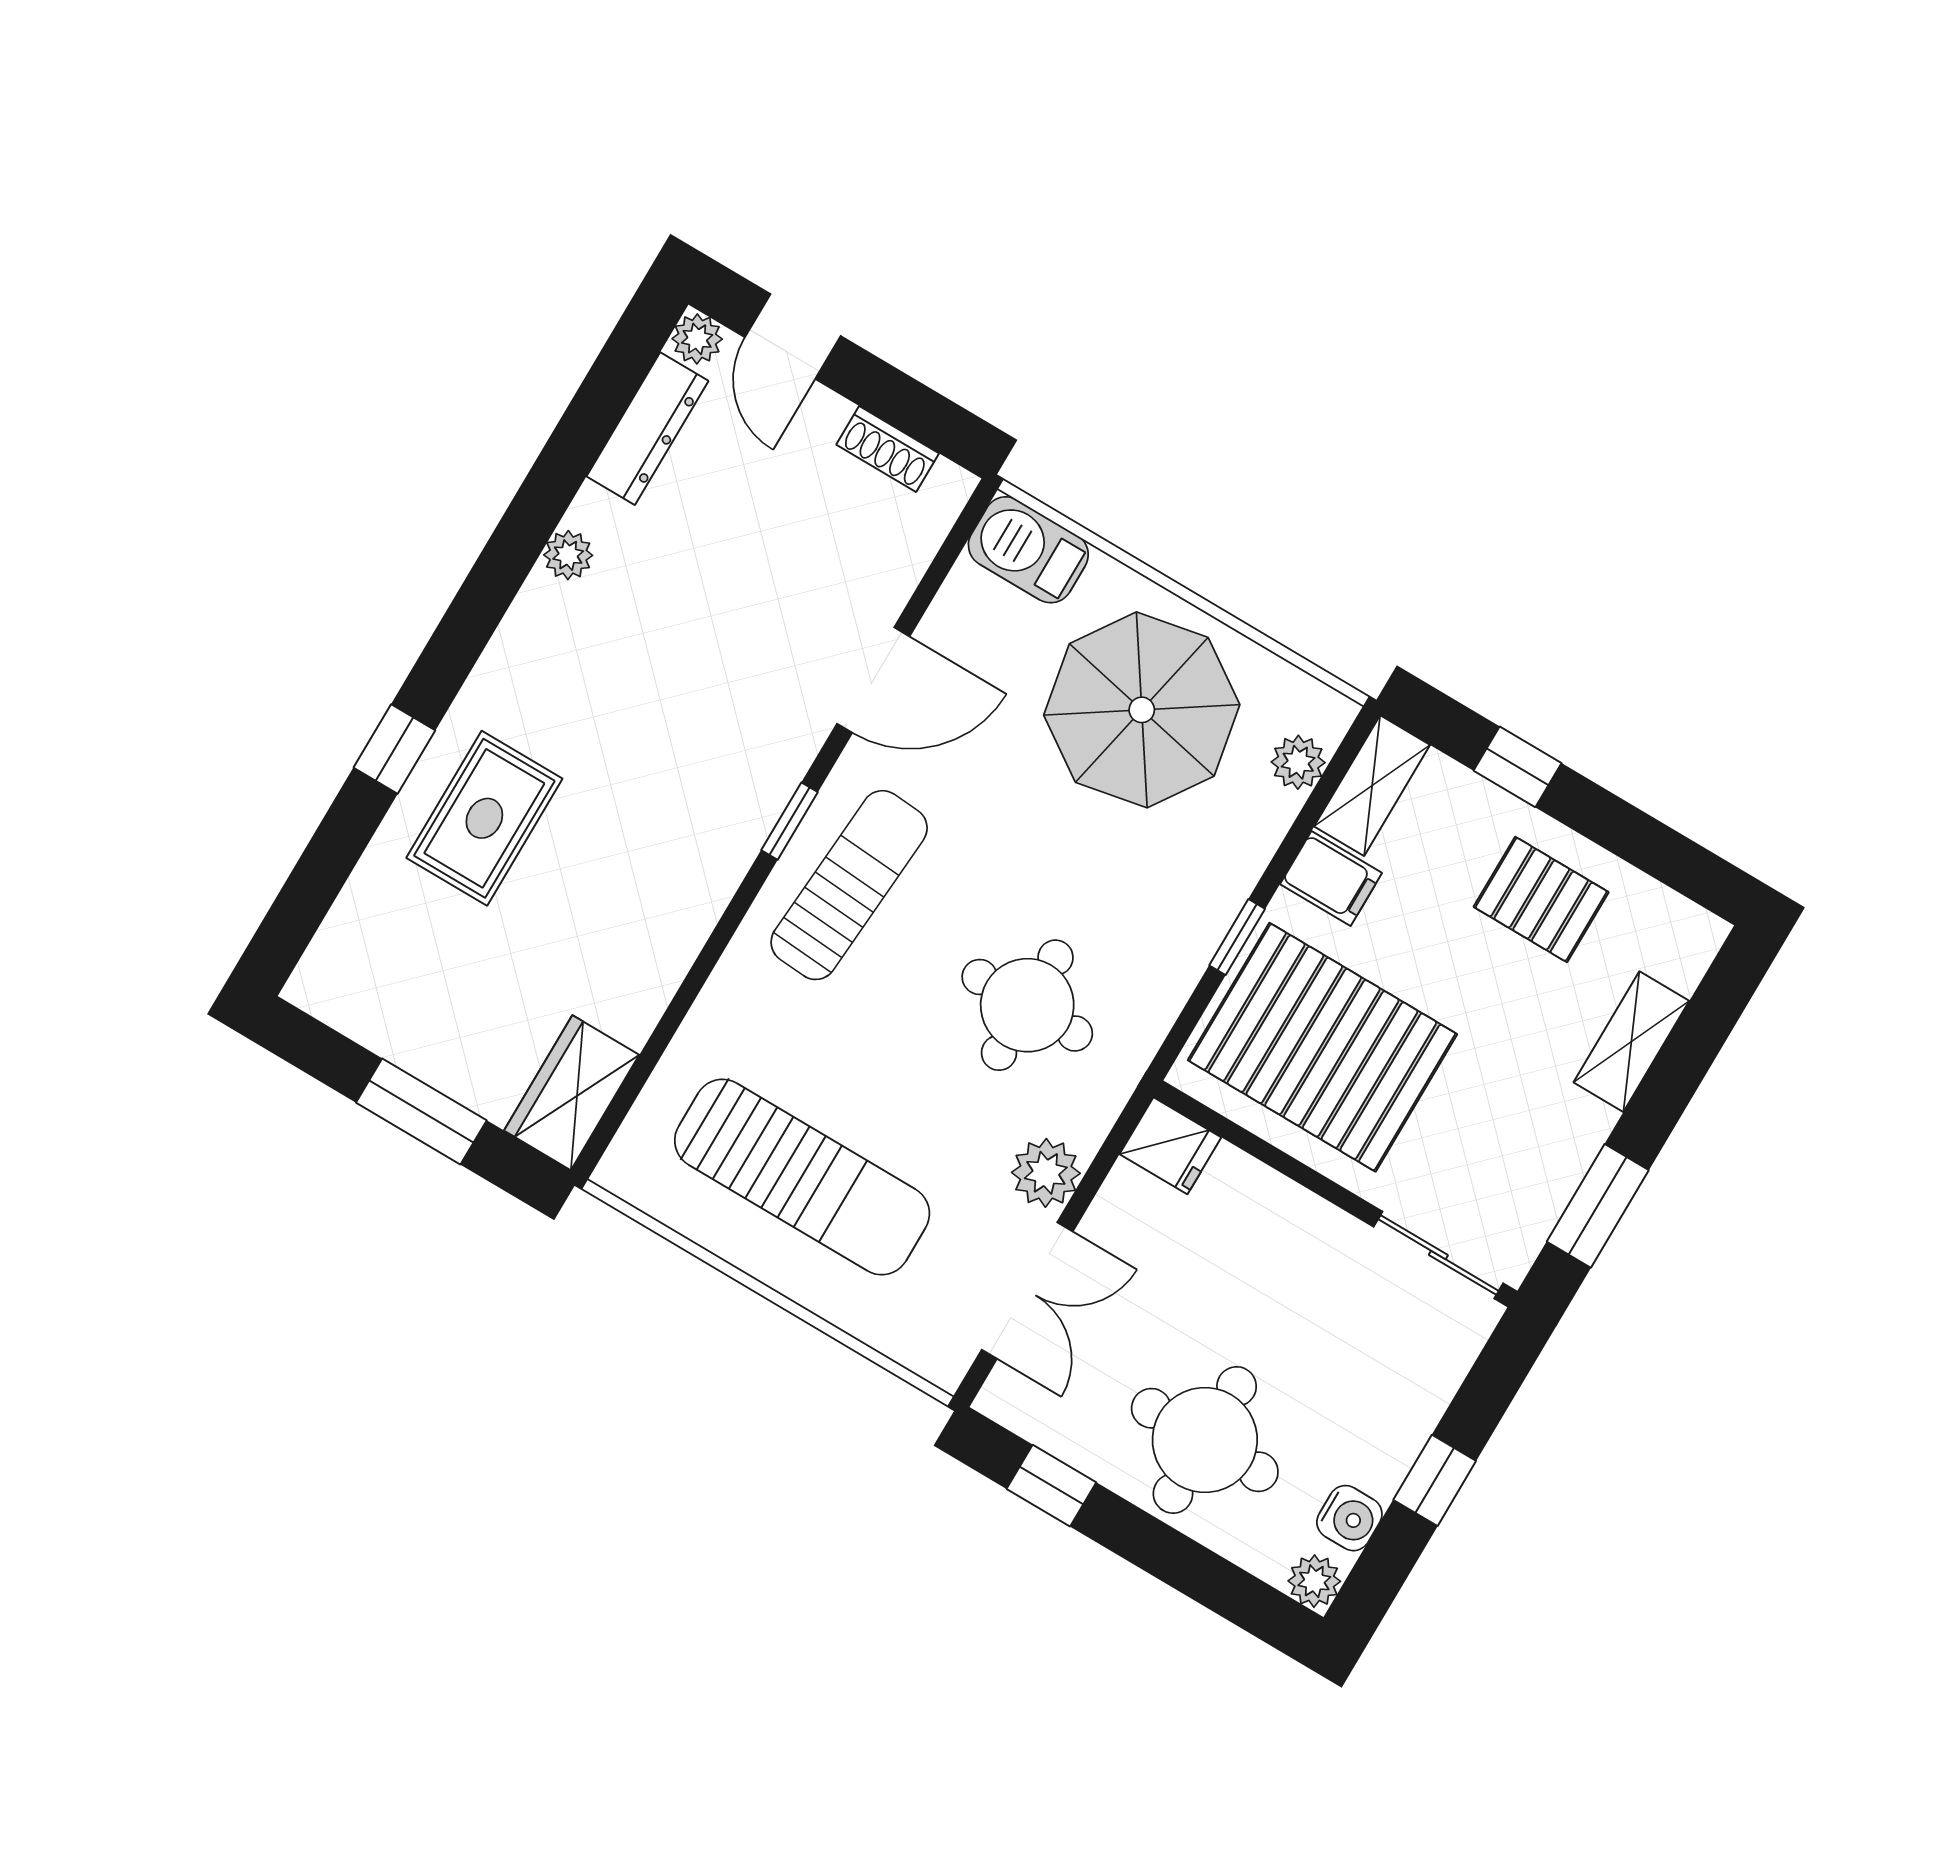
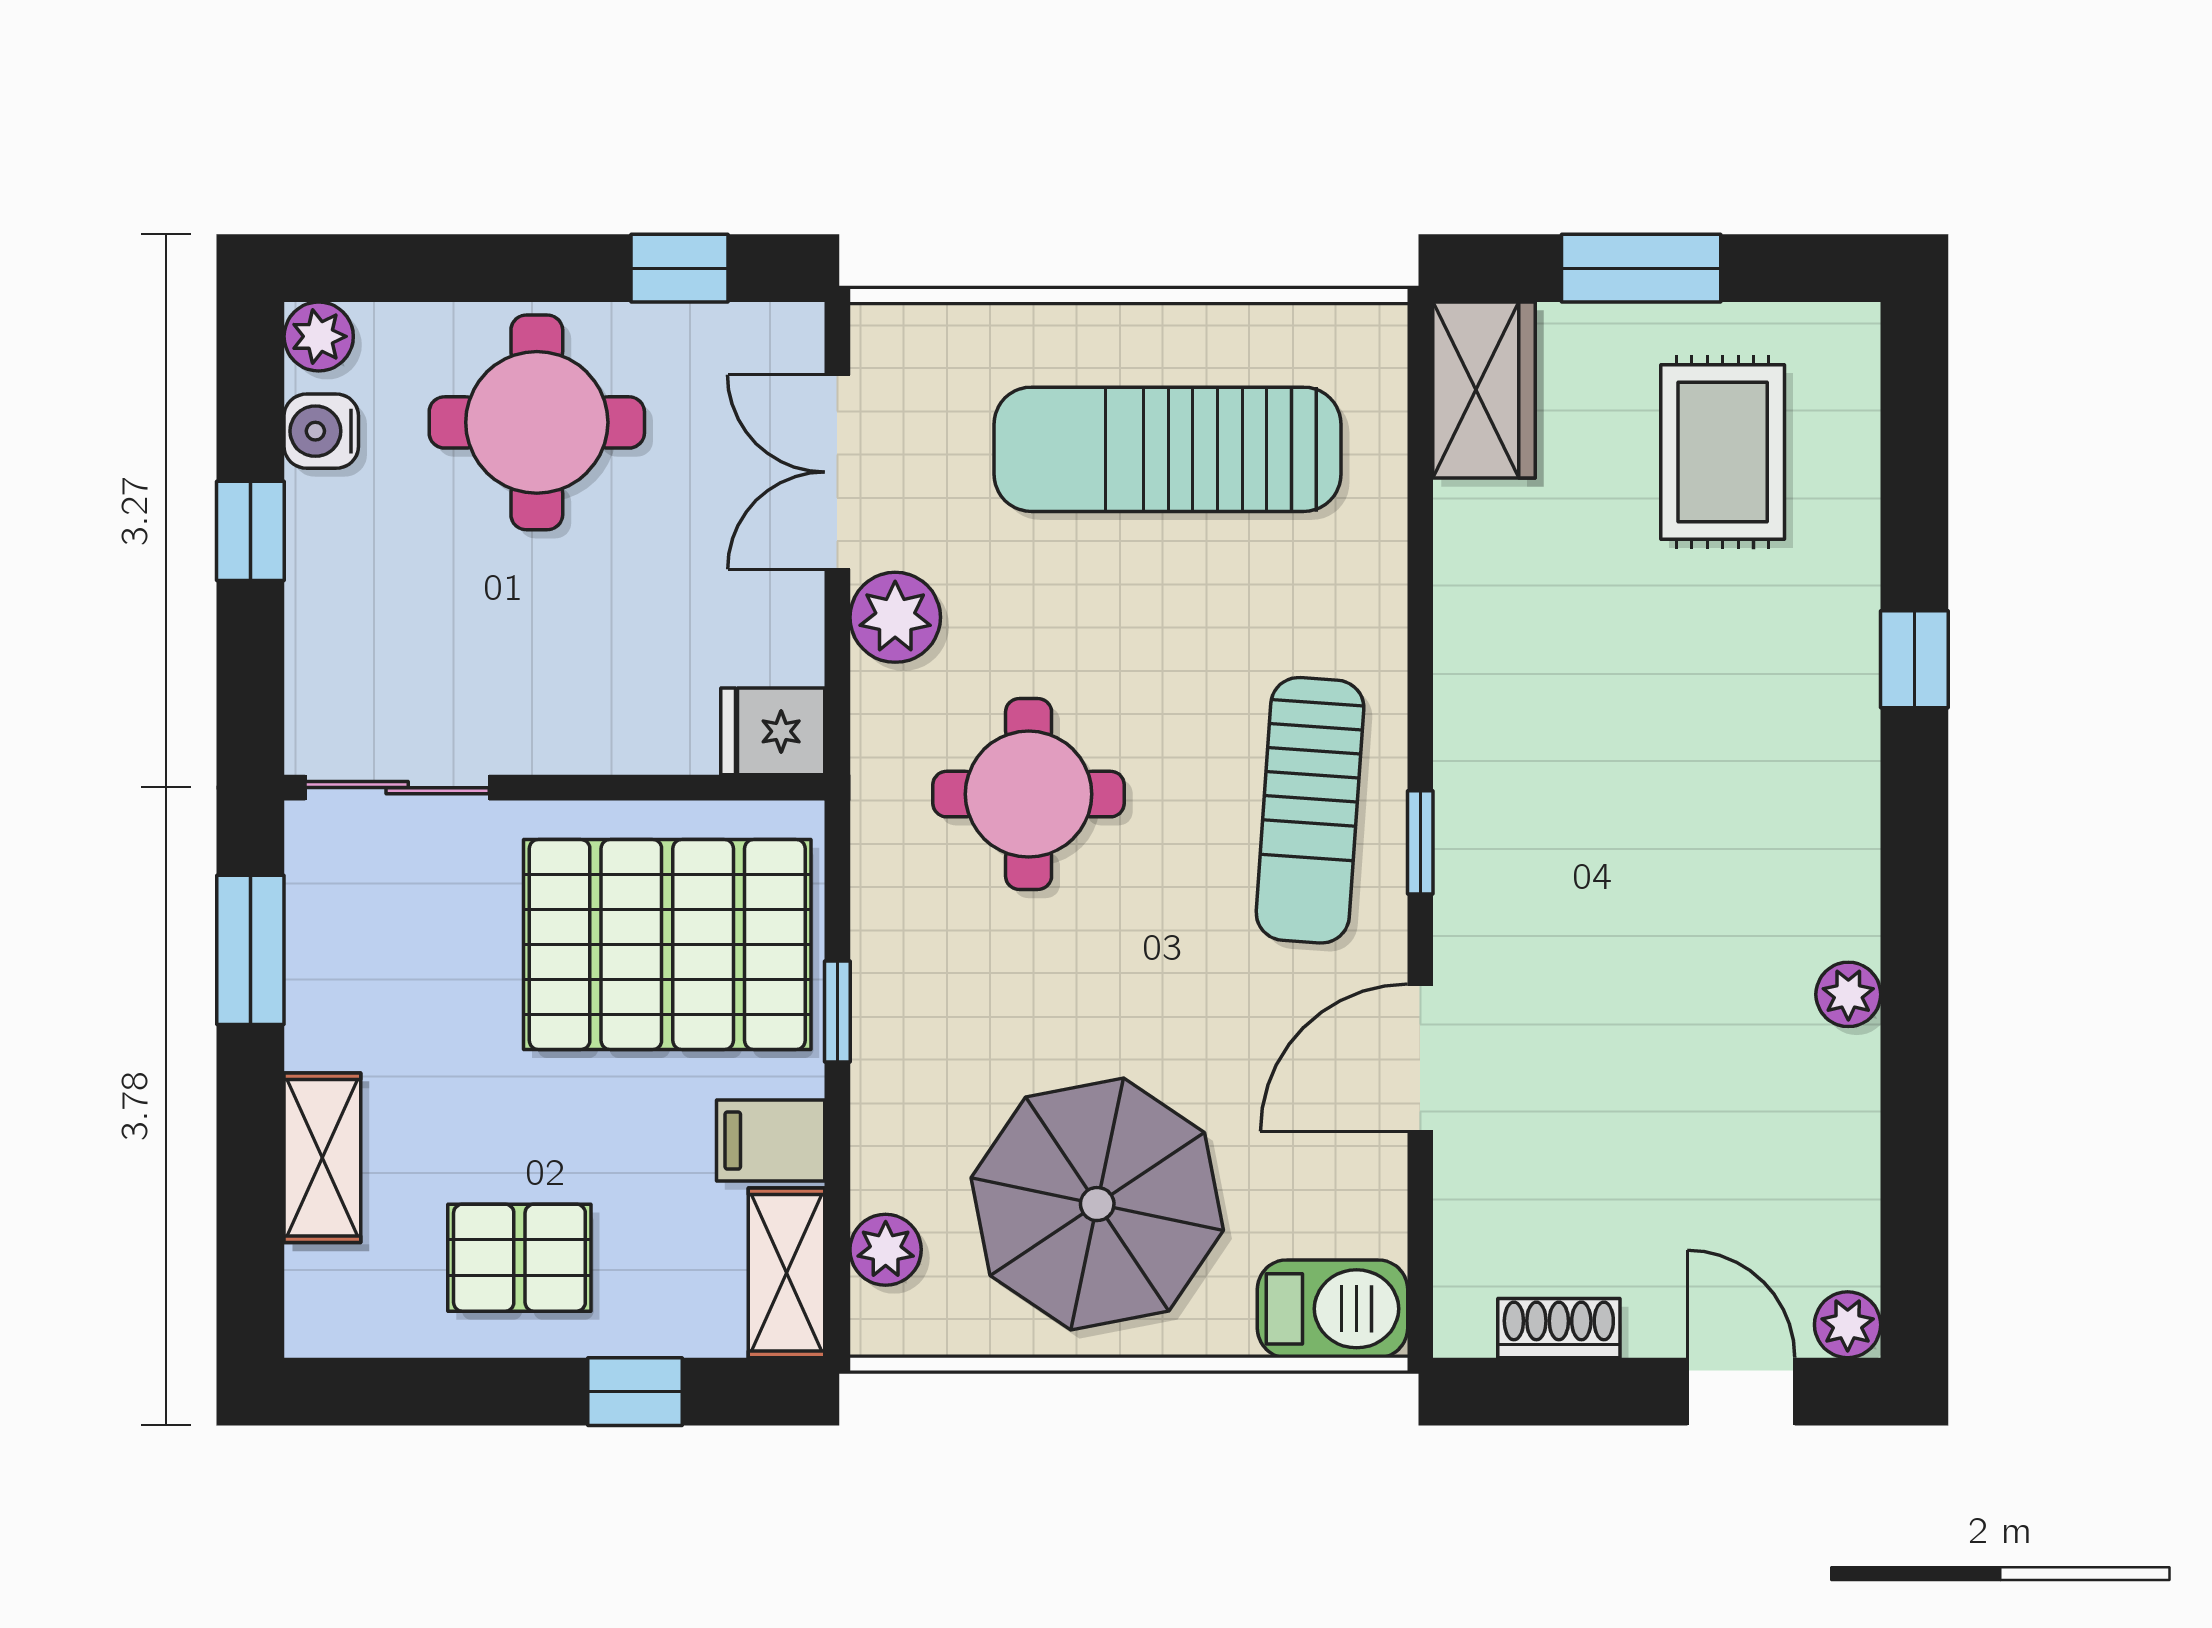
dresser: (647, 429) -> (1843, 1190), removed
rug: (484, 818) -> (1723, 452), moved

